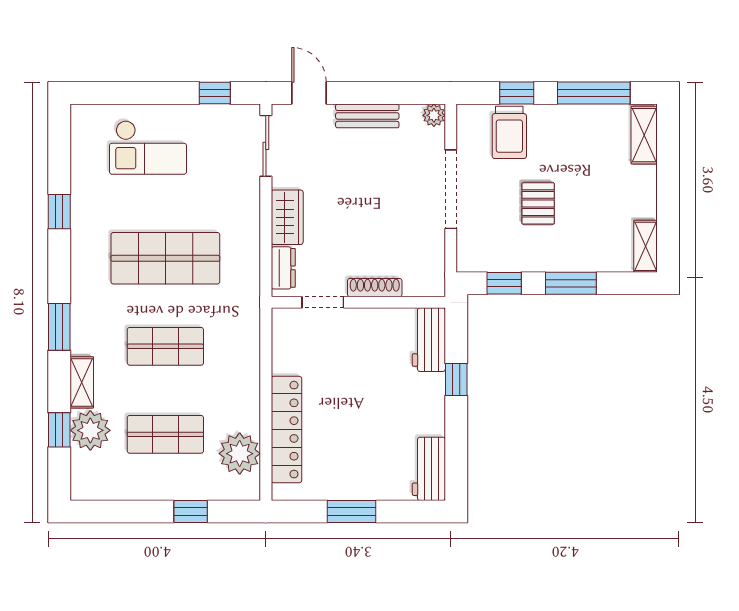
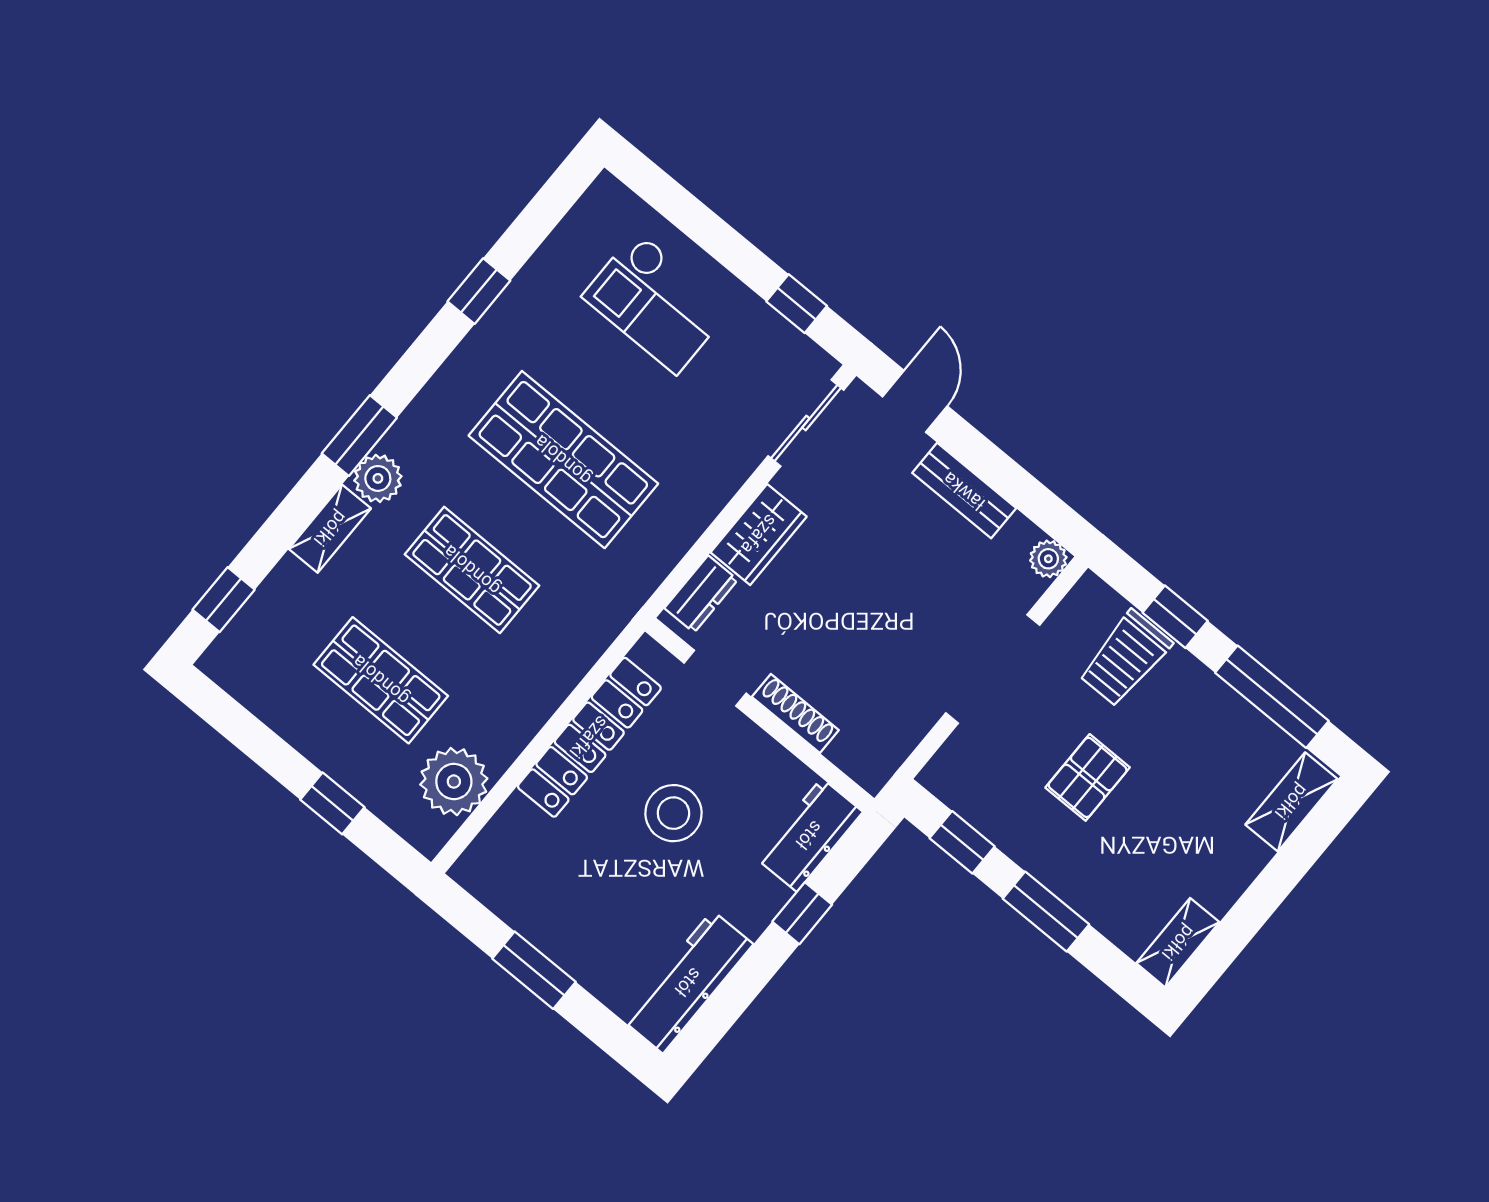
stool: (356, 383) -> (673, 813), added
window: (59, 430) -> (224, 600), moved
plant: (90, 430) -> (378, 478), moved, width x0.73, depth x0.73
locker: (286, 430) -> (589, 737), moved
workbench: (429, 469) -> (688, 982), width x1.38

